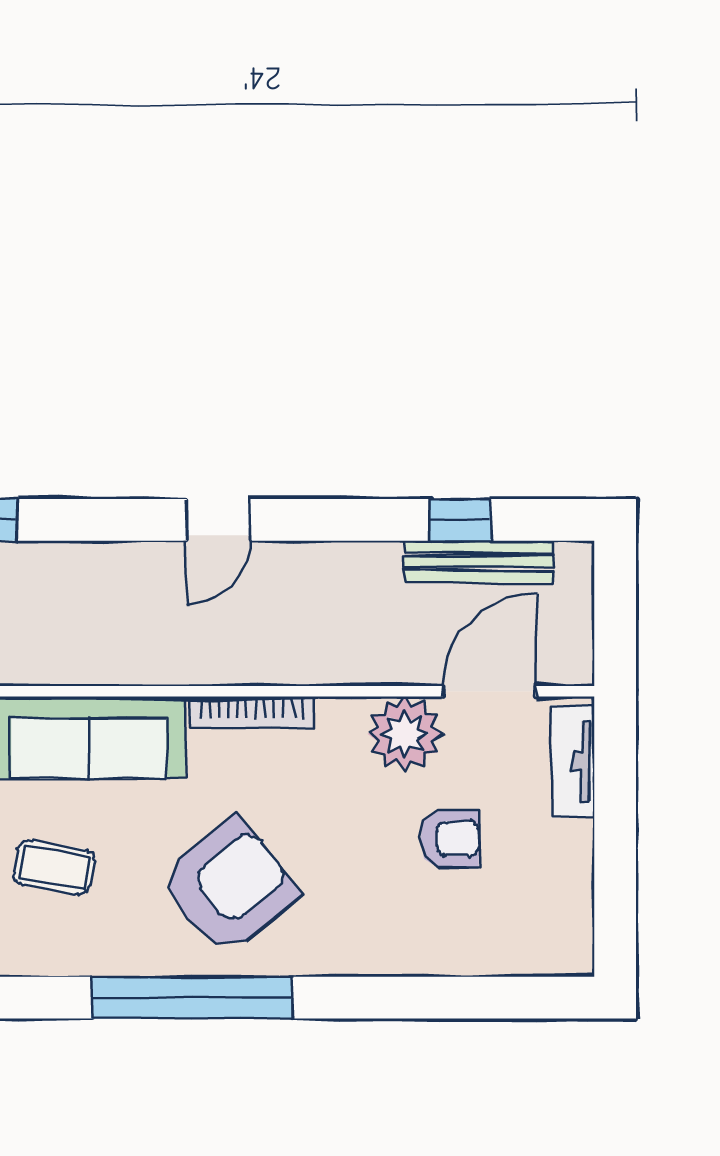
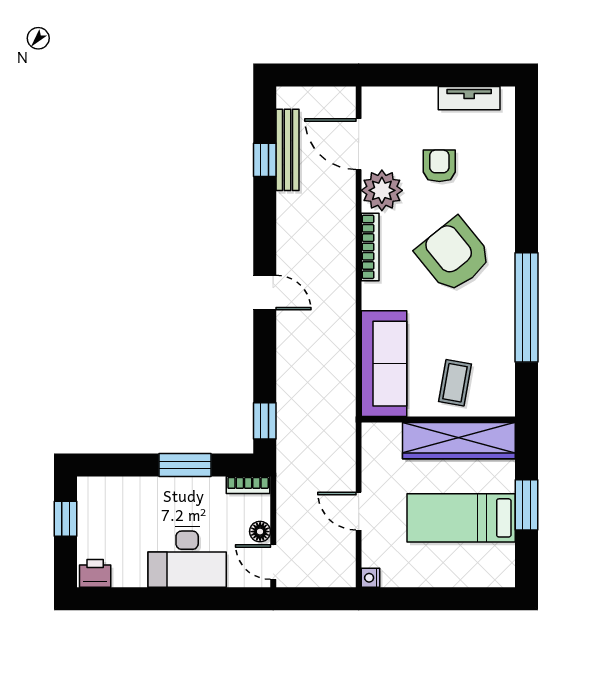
bookcase: (251, 712) -> (370, 247), moved
tv unit: (573, 761) -> (469, 98), moved
armchair: (229, 886) -> (454, 255), moved

